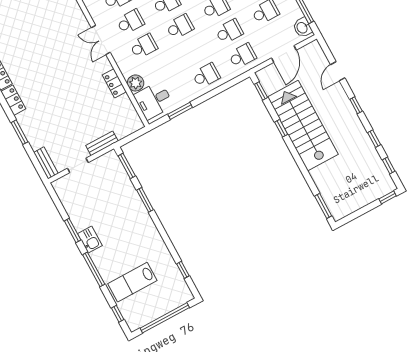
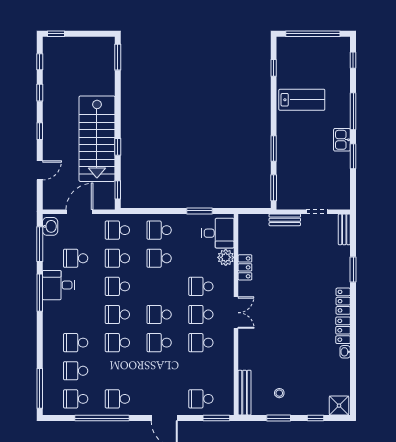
school desk: (180, 27) -> (159, 258), moved
lab bench: (132, 282) -> (302, 100), moved

